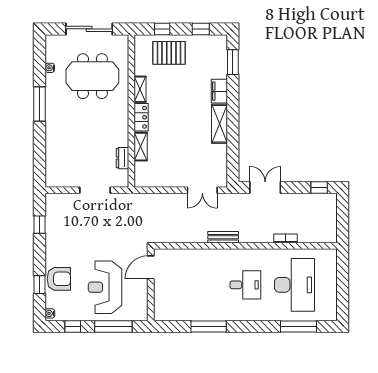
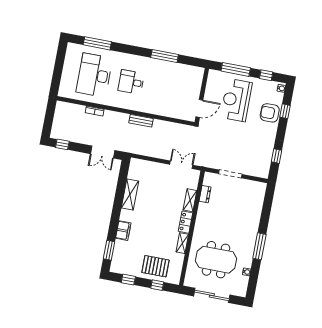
shelving: (219, 124) -> (130, 195), moved
double door: (202, 190) -> (181, 165), moved
reception desk: (105, 287) -> (236, 100), turned 180

